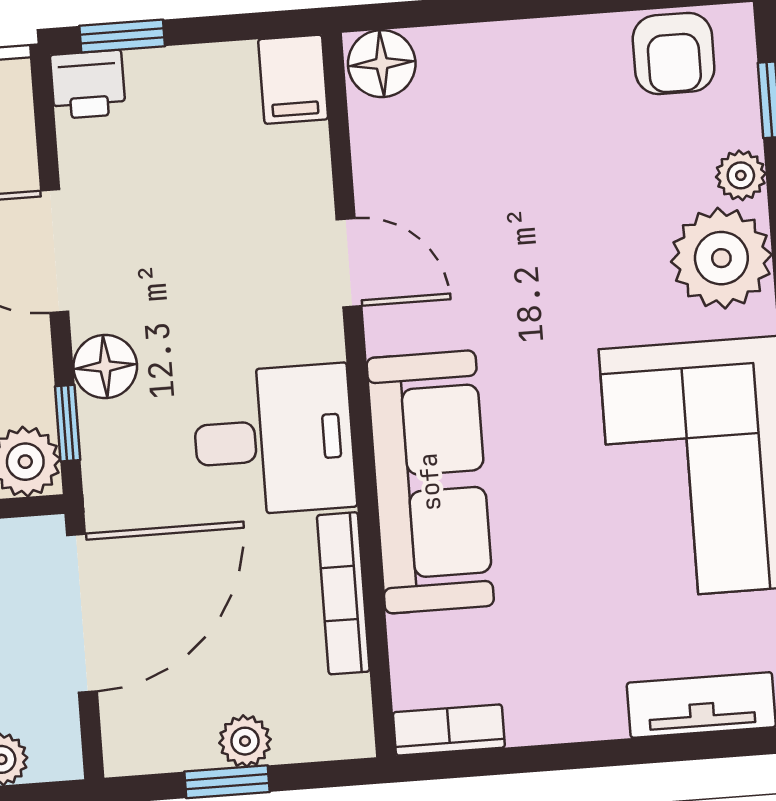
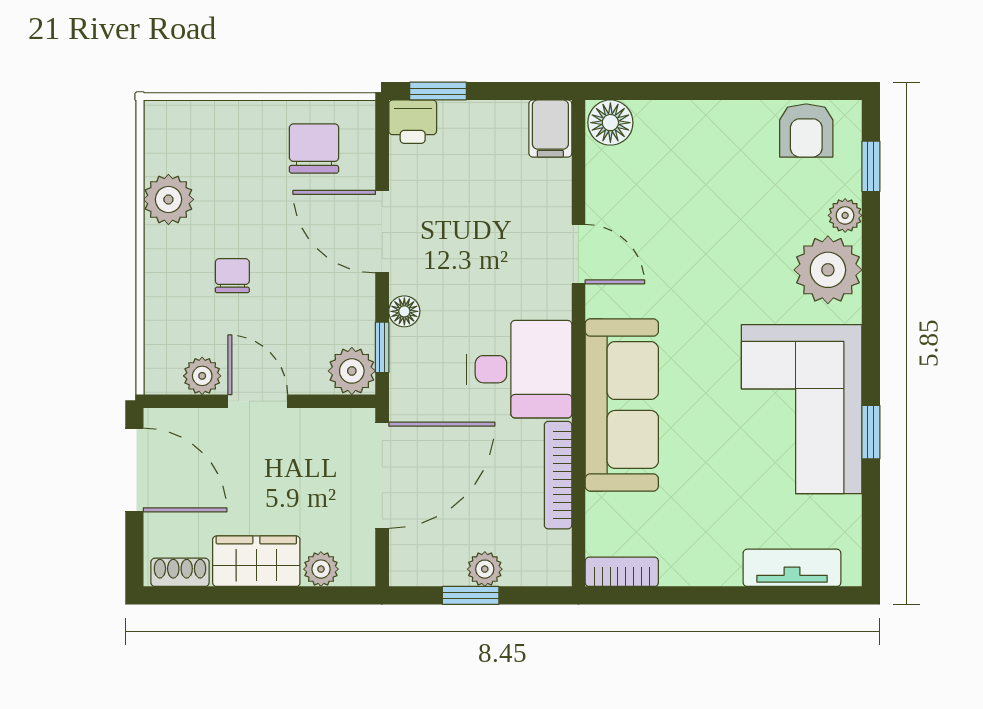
floor lamp: (105, 367) -> (404, 311), width x0.73, depth x0.73

